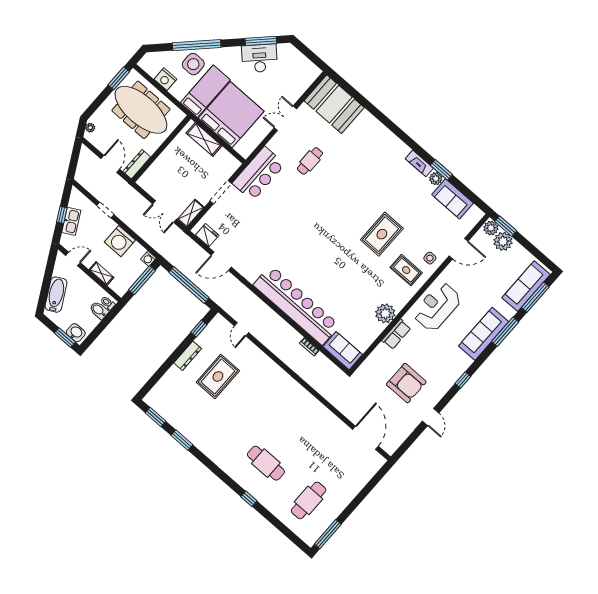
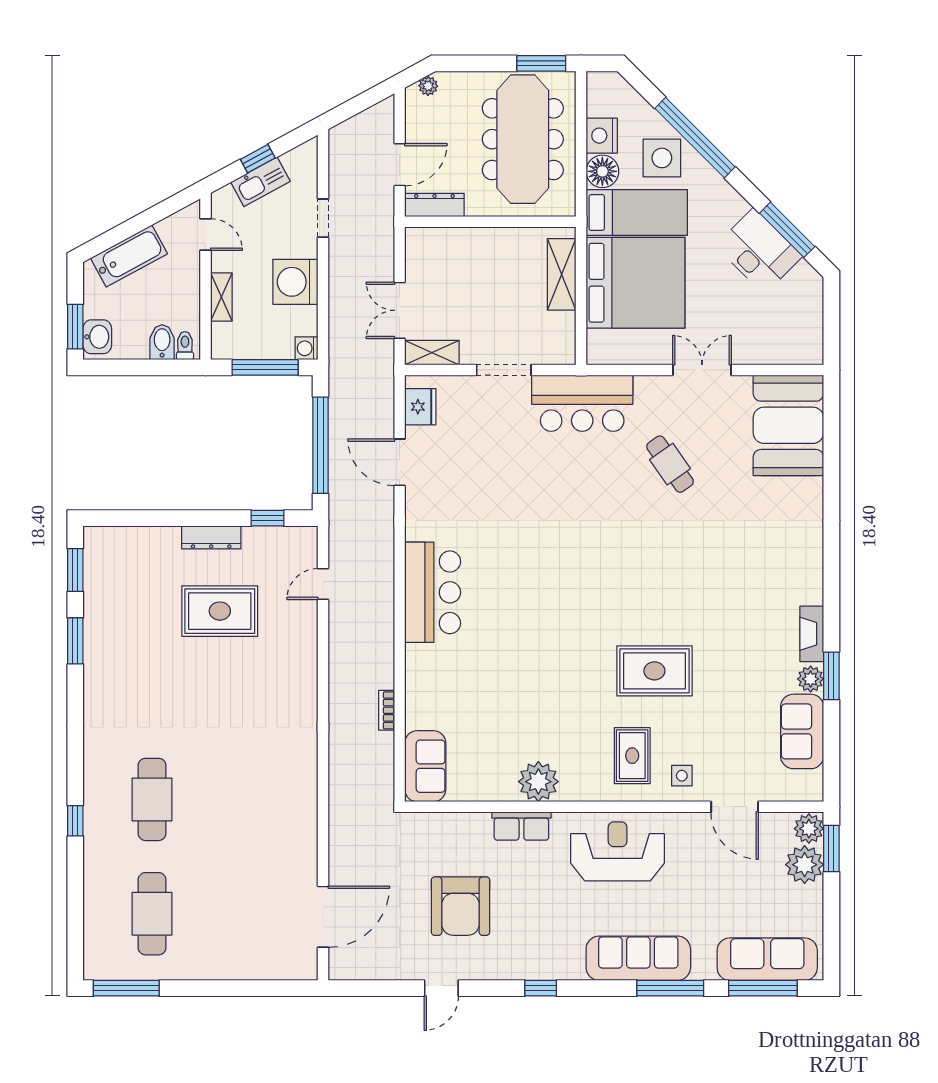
floor lamp: (179, 91) -> (602, 171), added
cafe table: (310, 161) -> (670, 464), turned 55
bar counter: (296, 305) -> (433, 592), width x0.54
cafe table: (309, 500) -> (152, 914), turned 90

